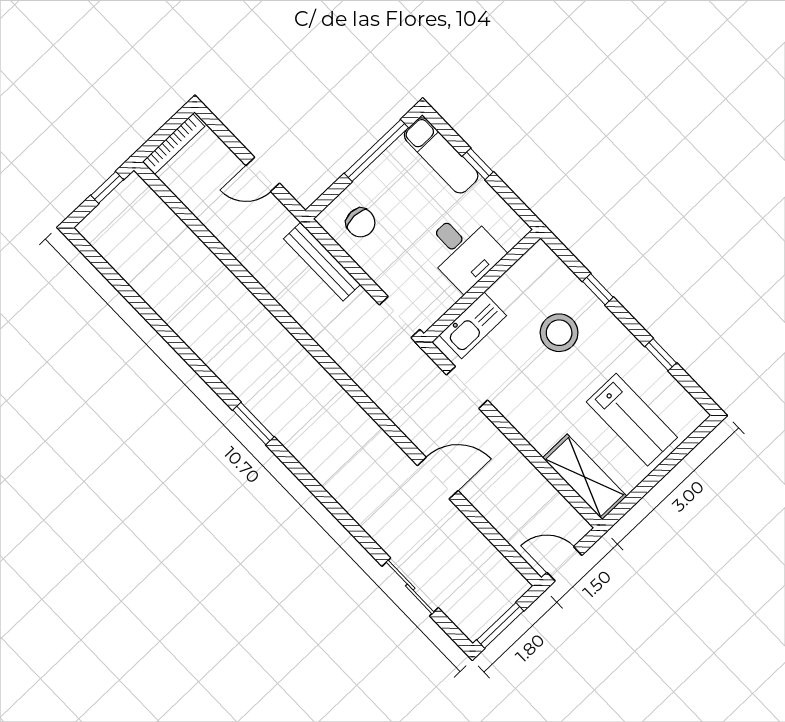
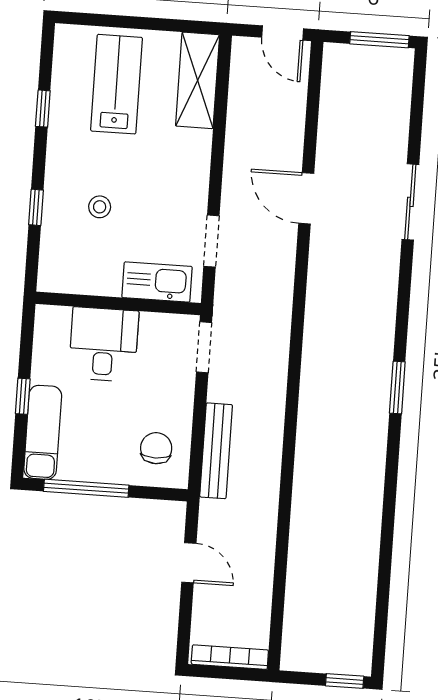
window: (107, 188) -> (345, 681), moved
stool: (559, 333) -> (100, 207), width x0.53, depth x0.53
sliding door: (410, 587) -> (410, 202), moved

